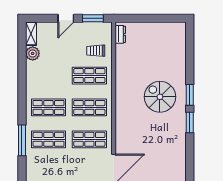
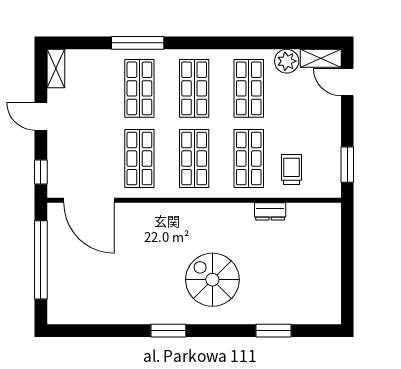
door: (66, 18) -> (347, 82), moved
dresser: (120, 34) -> (270, 211), moved
shop shelf: (48, 76) -> (249, 88), added
window: (190, 95) -> (273, 331), moved
spiral stairs: (160, 97) -> (212, 280), turned -90

